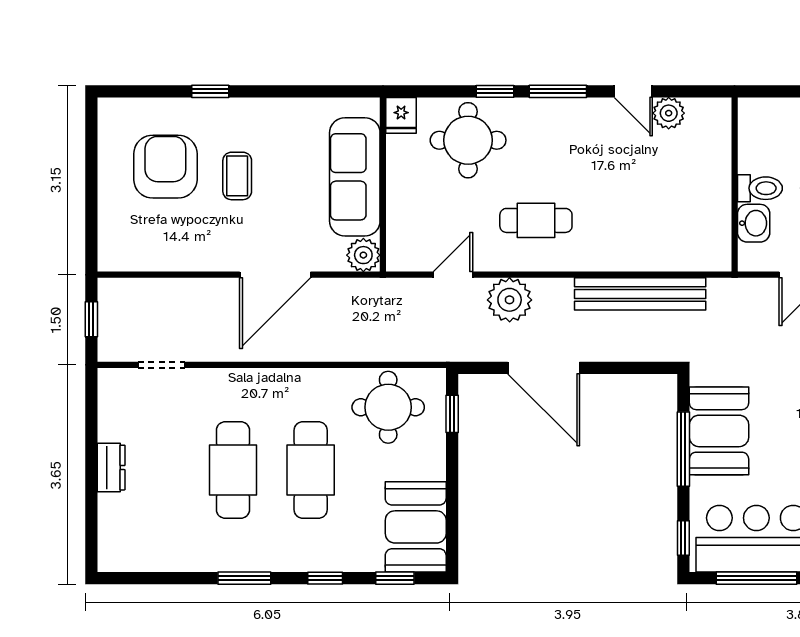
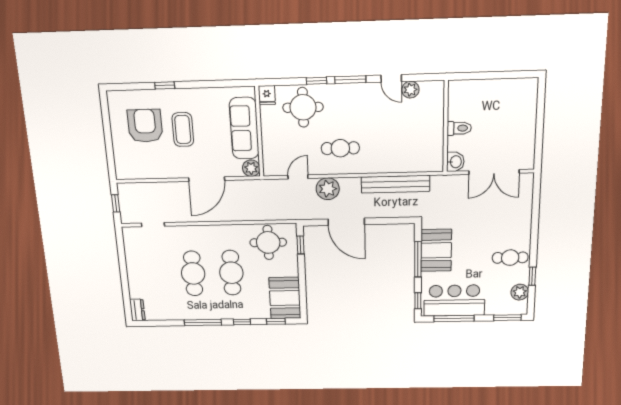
coffee table: (237, 176) -> (183, 129), width x1.36, depth x1.30
washbasin: (754, 223) -> (455, 162), moved
dresser: (111, 468) -> (137, 310), moved
window: (244, 578) -> (203, 322), width x1.44

